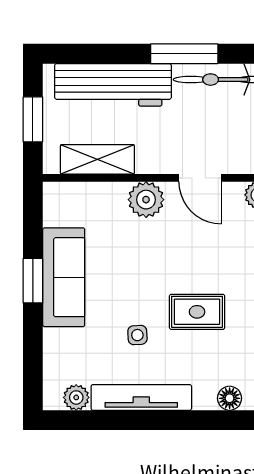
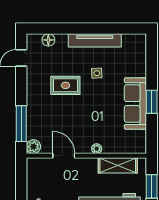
plant: (146, 200) -> (97, 149), width x0.53, depth x0.53
plant: (76, 397) -> (129, 40), removed

